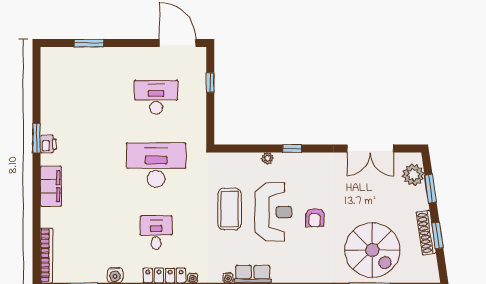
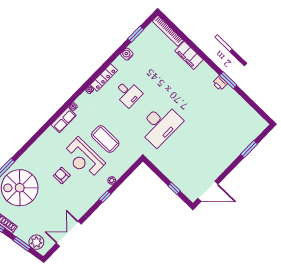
desk: (156, 97) -> (192, 156), removed
filing cabinet: (51, 186) -> (189, 55), moved

